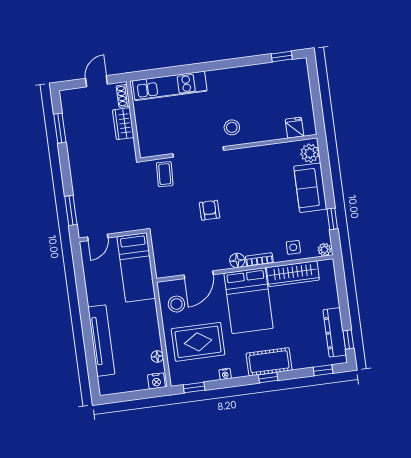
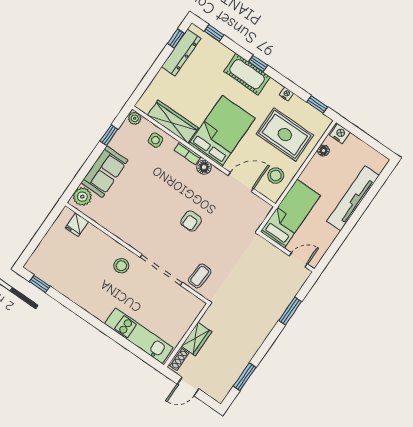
wall: (113, 235) -> (286, 252), moved
door: (98, 237) -> (298, 260), moved
bed: (136, 267) -> (290, 214), moved

